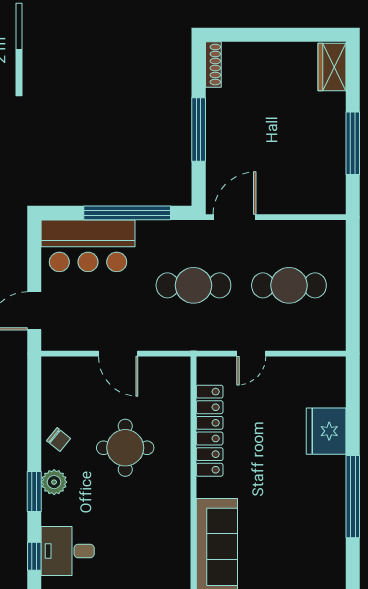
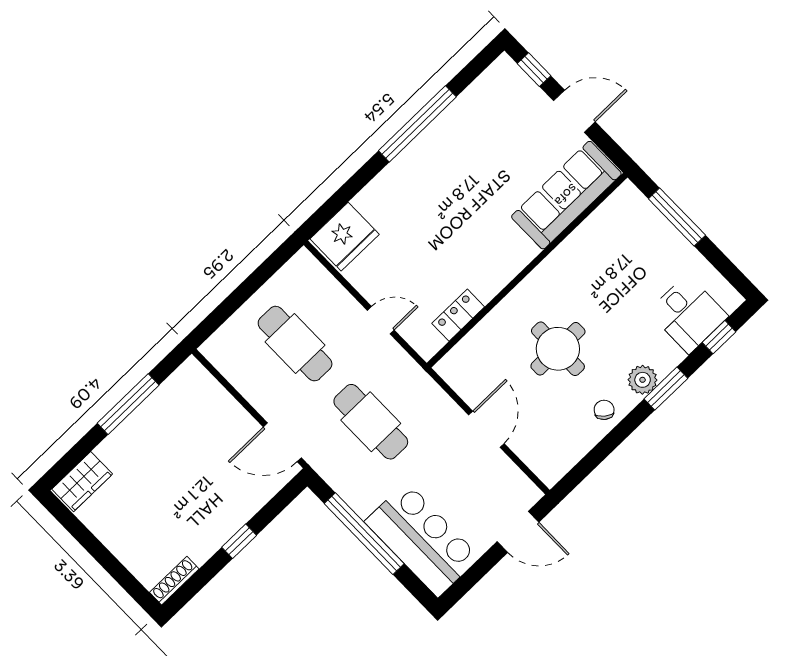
window: (199, 129) -> (239, 541), width x0.46
locker: (210, 431) -> (458, 315), width x0.46, depth x0.83
fridge: (326, 431) -> (345, 237), moved

